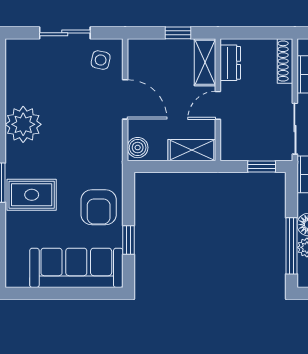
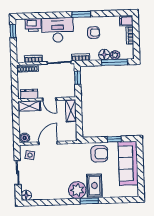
window: (178, 33) -> (16, 119), removed
floor lamp: (16, 49) -> (26, 195), added
plant: (23, 124) -> (77, 190), moved
boiler: (138, 148) -> (25, 138), moved

